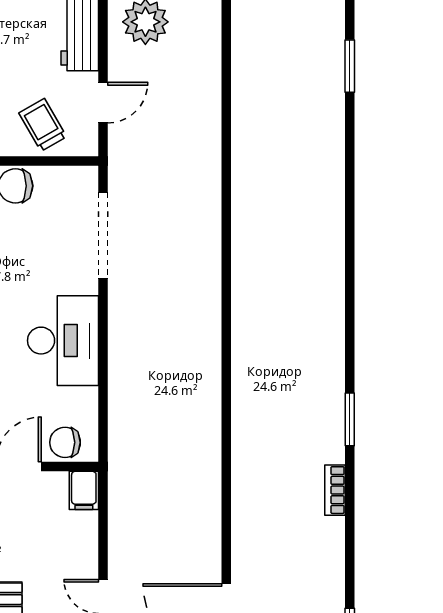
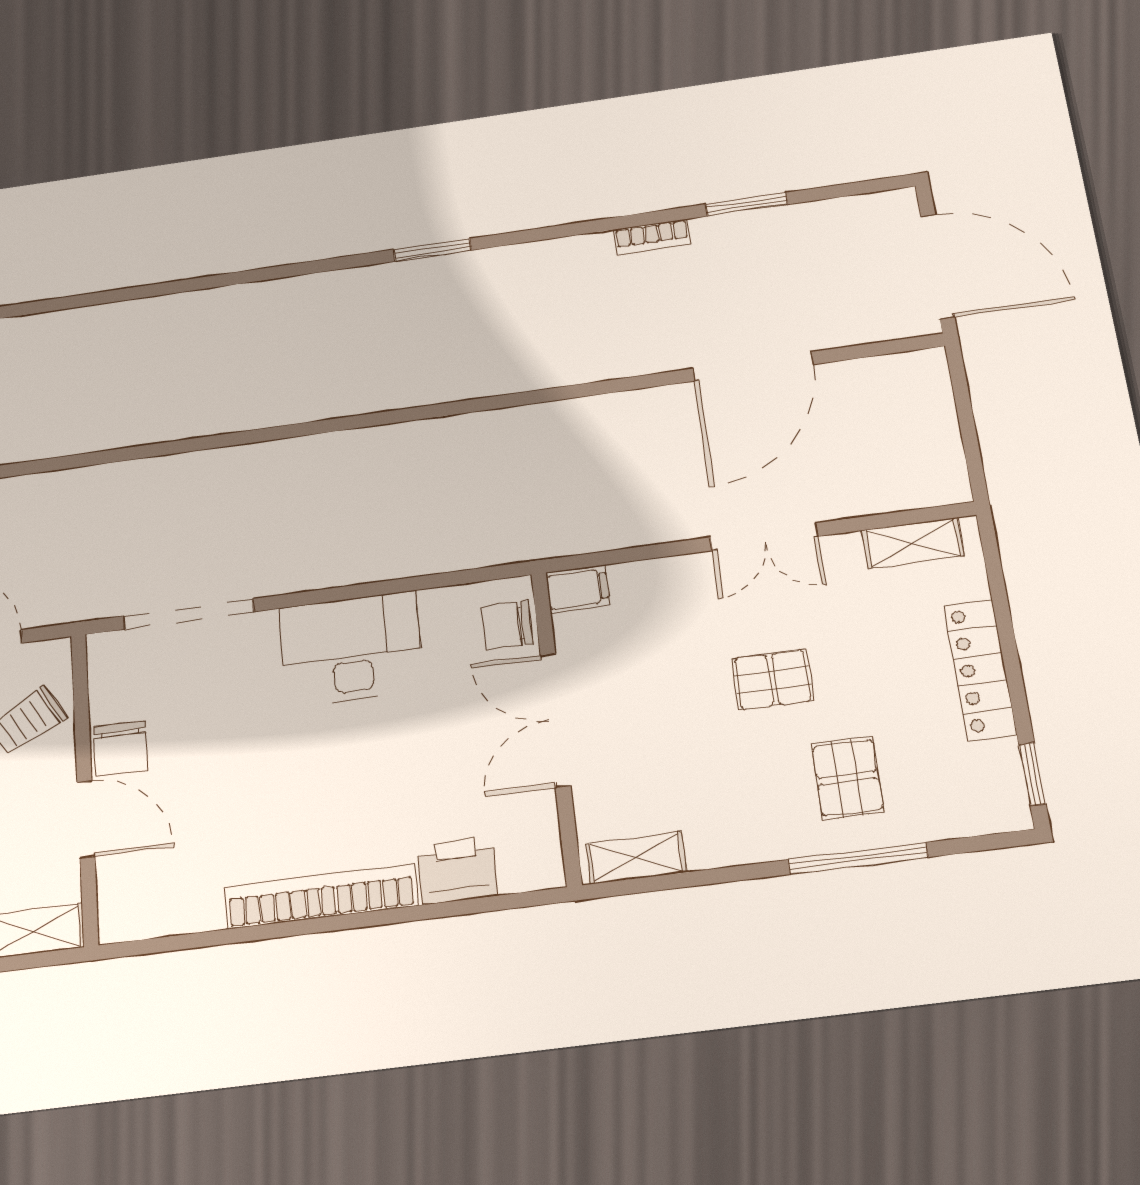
chair: (65, 442) -> (507, 625), turned 90
bookcase: (335, 490) -> (652, 237), moved

